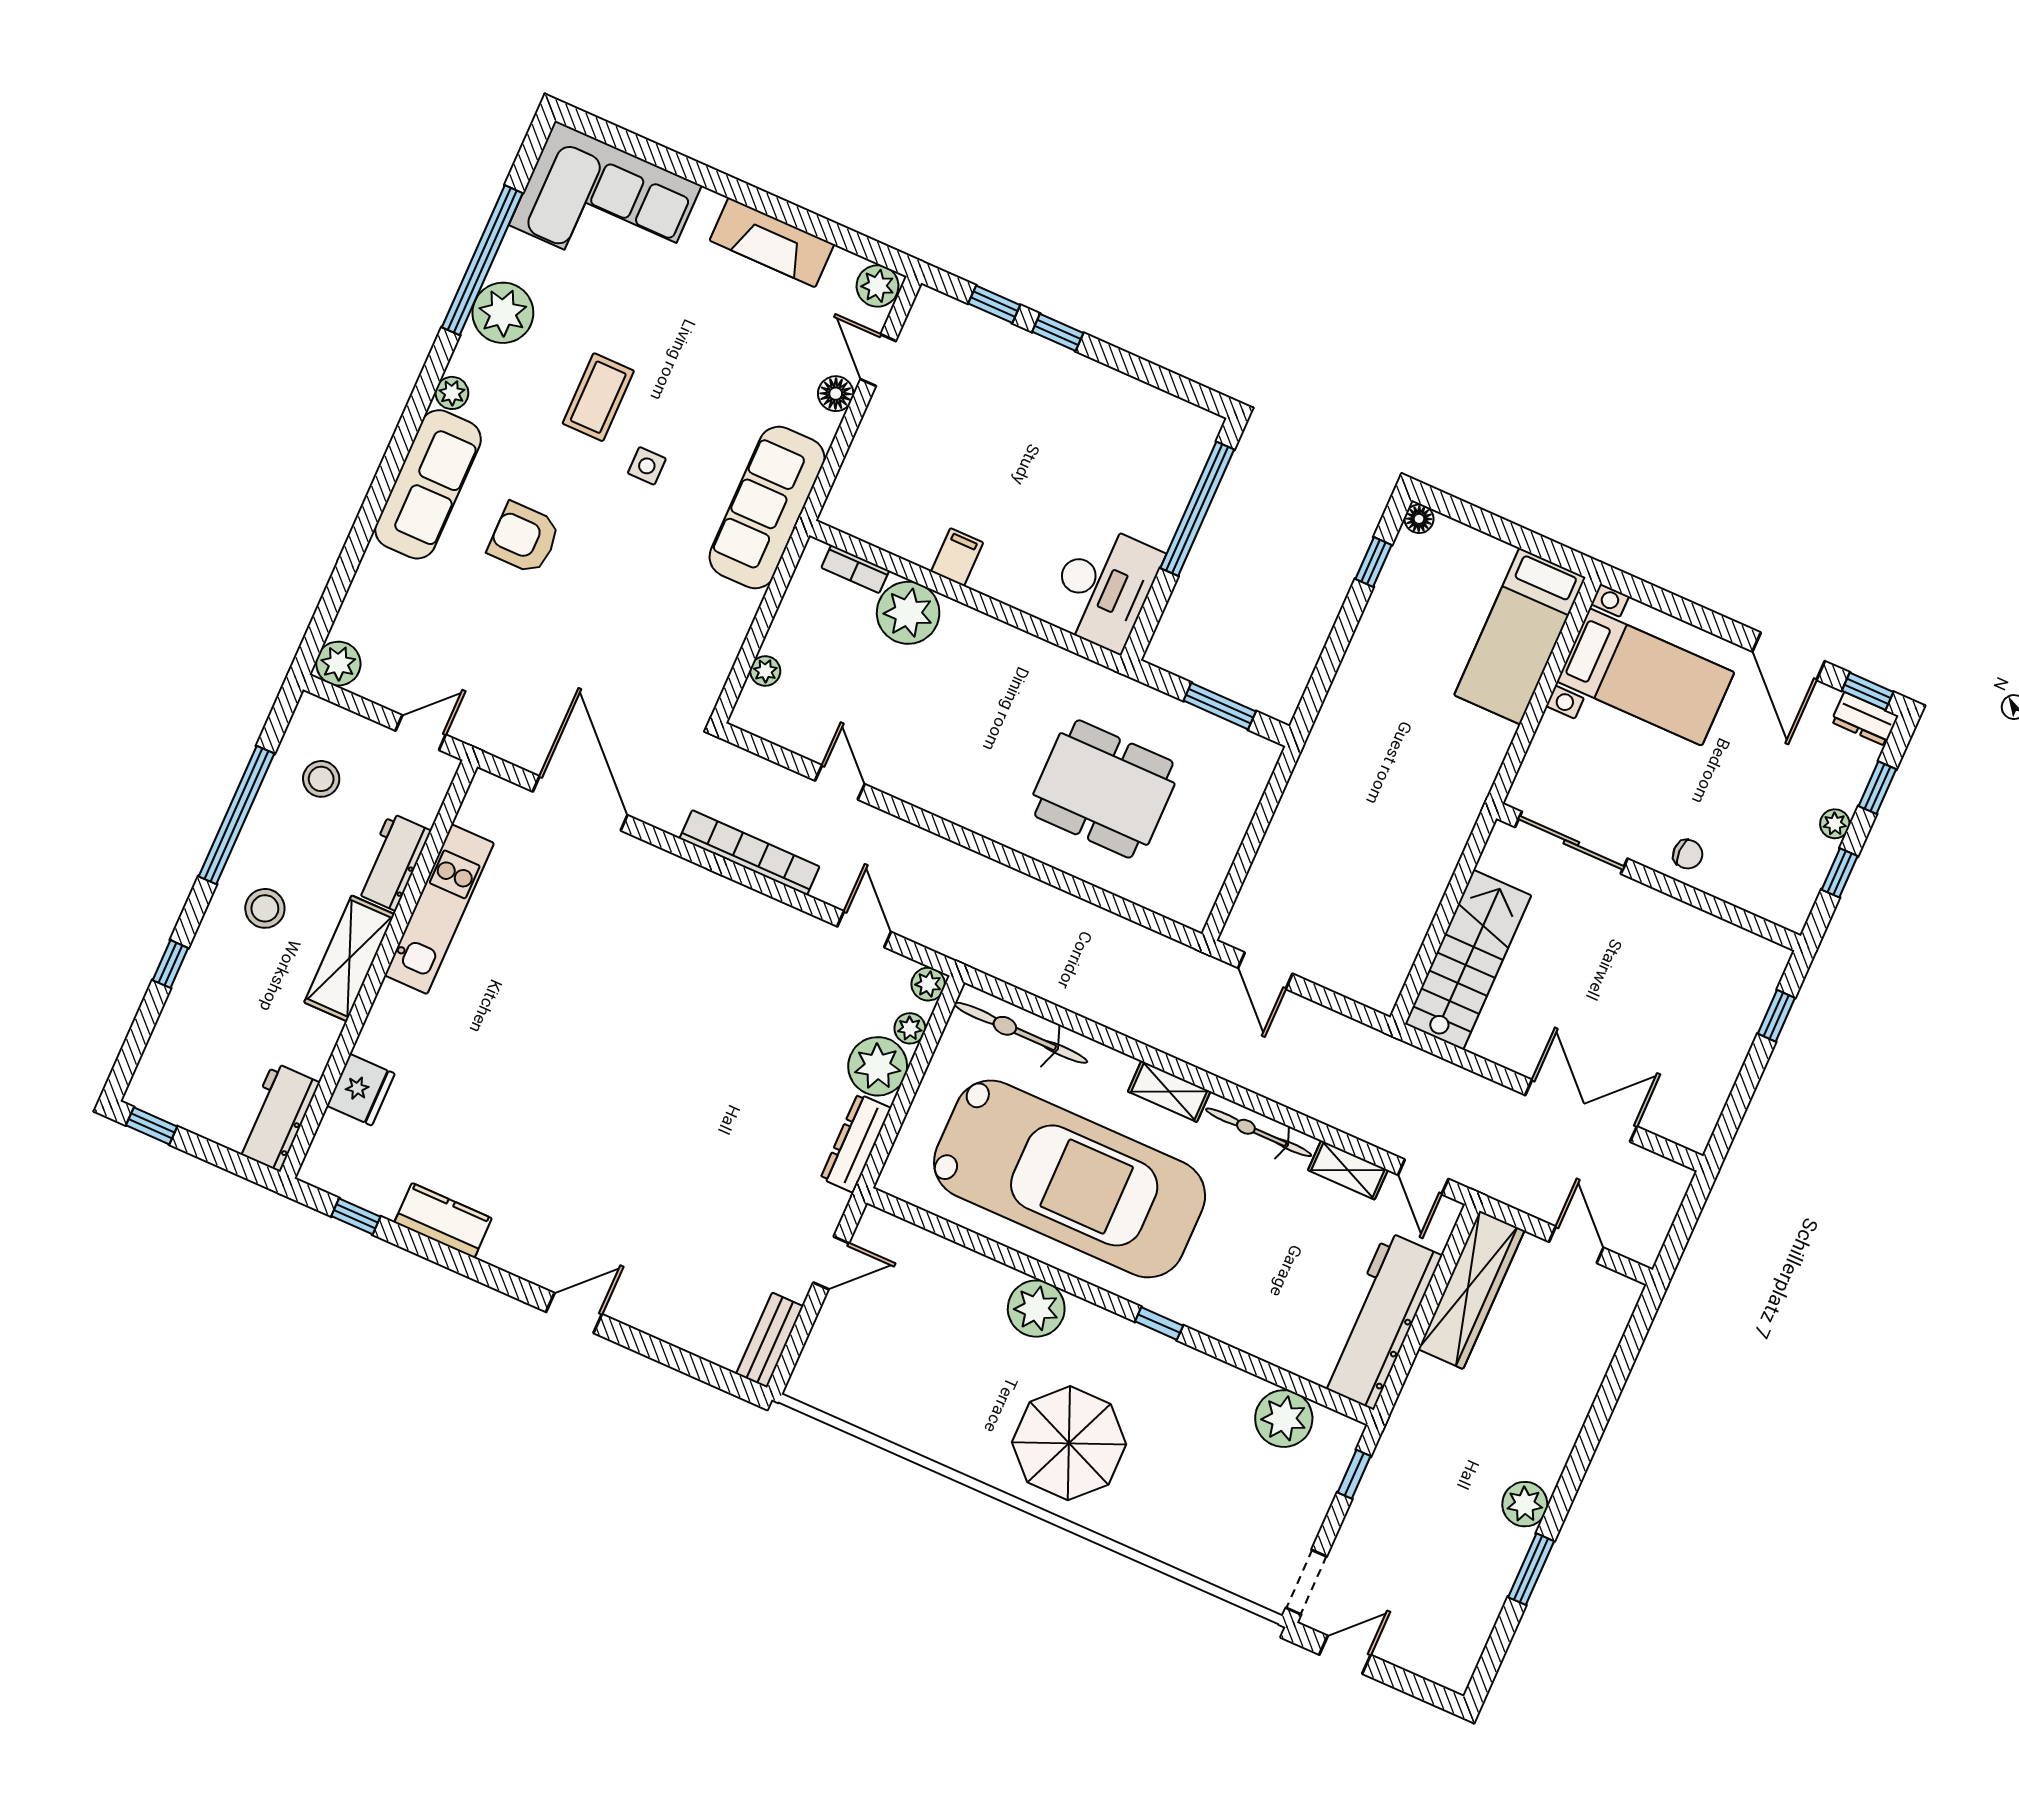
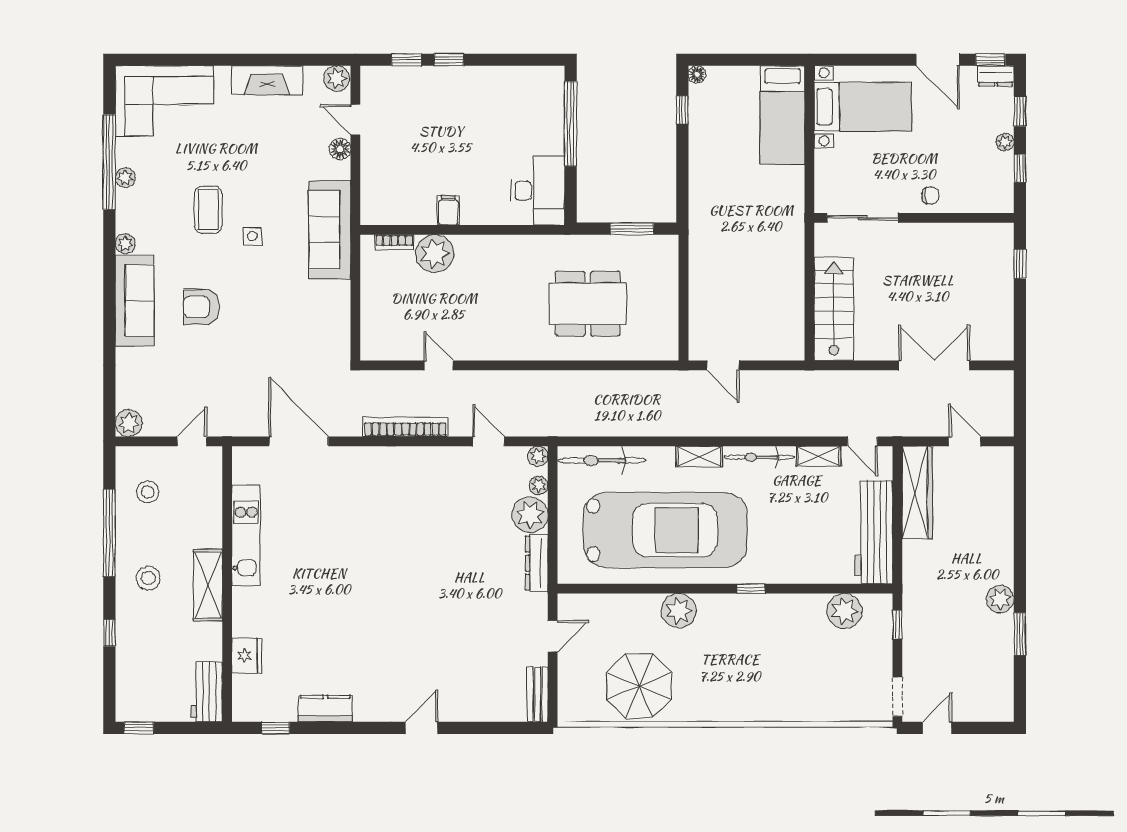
plant: (503, 313) -> (125, 178), width x0.53, depth x0.53
plant: (765, 671) -> (369, 322), removed
workbench: (393, 862) -> (208, 520), removed
parasol: (1069, 1443) -> (639, 686), moved

